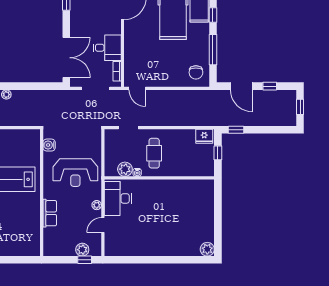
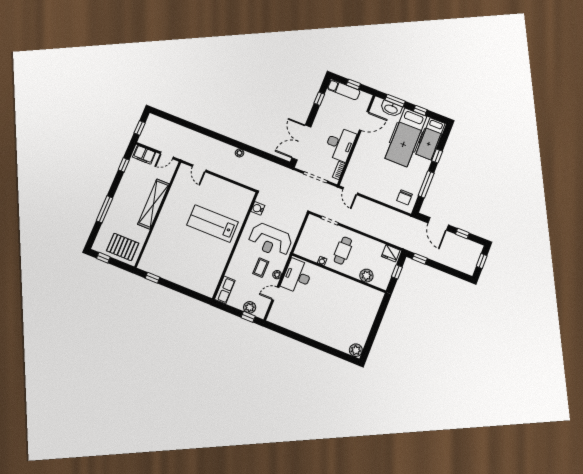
desk: (107, 48) -> (340, 144), width x1.37
double door: (66, 58) -> (301, 143), swing flipped
plant: (125, 169) -> (366, 276), moved
coffee table: (77, 205) -> (261, 268), added
row of seats: (50, 213) -> (225, 290), moved

